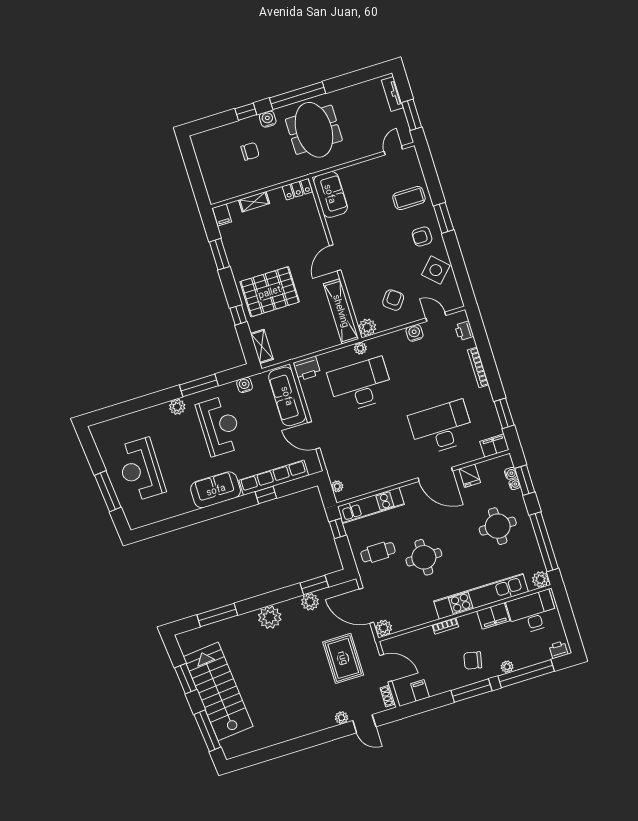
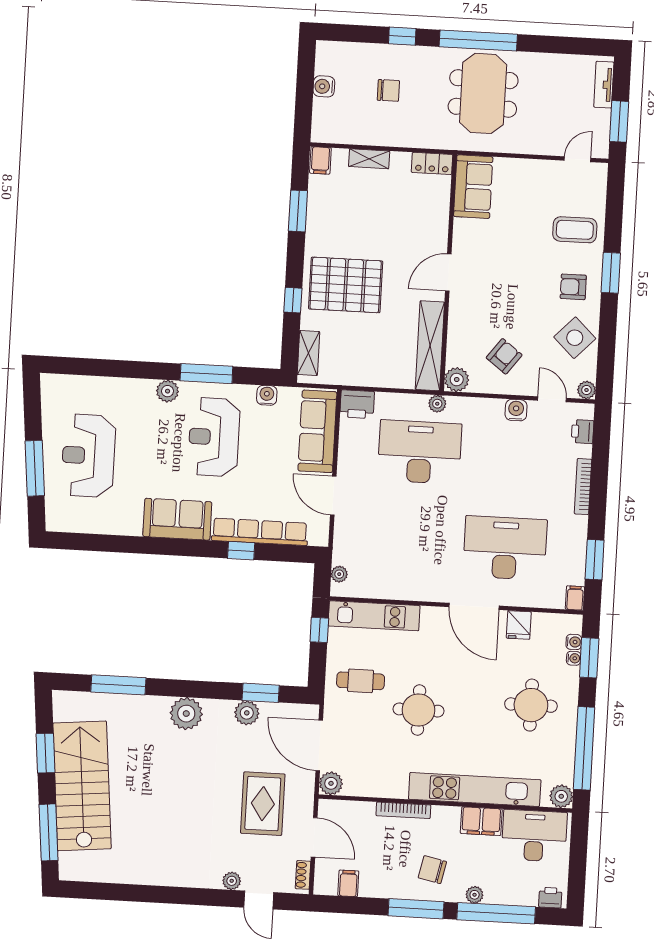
water cooler: (268, 119) -> (324, 86), moved, turned -90
plant: (457, 302) -> (587, 390), added
reception desk: (220, 426) -> (214, 437), turned 180
filing cabinet: (494, 446) -> (575, 598), width x0.50
bookcase: (445, 626) -> (403, 810), width x1.56

